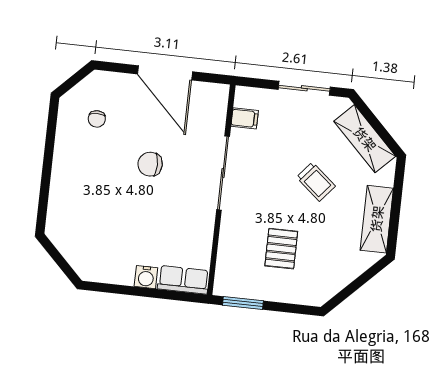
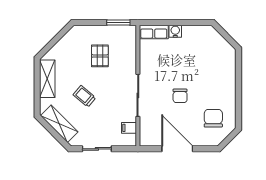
chair: (97, 119) -> (213, 118), width x1.87, depth x1.87
chair: (150, 164) -> (180, 96), turned 90

